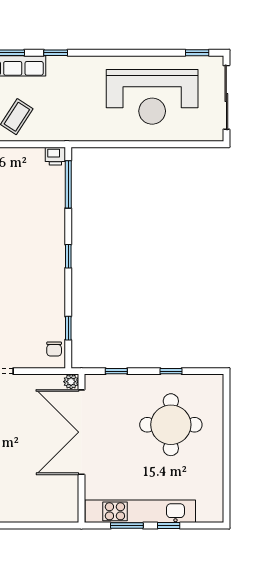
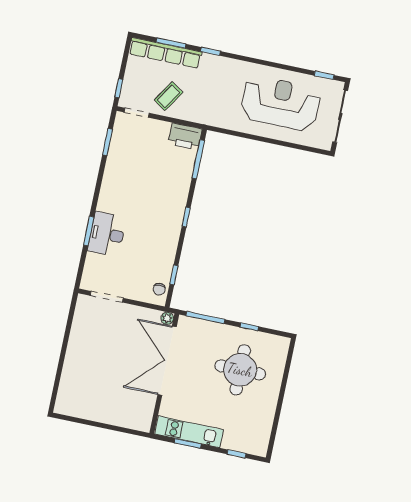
reception desk: (152, 97) -> (281, 103), turned 180
printer: (55, 156) -> (185, 136), width x1.87, depth x1.48
window: (116, 371) -> (205, 318), width x2.17
kitchen unit: (140, 511) -> (189, 432), width x0.73
window: (169, 526) -> (237, 454), moved

